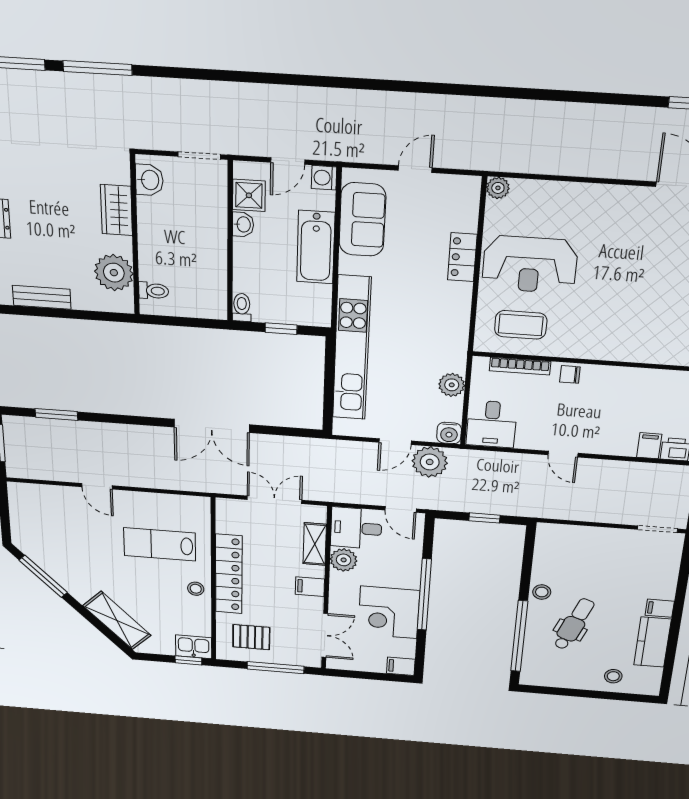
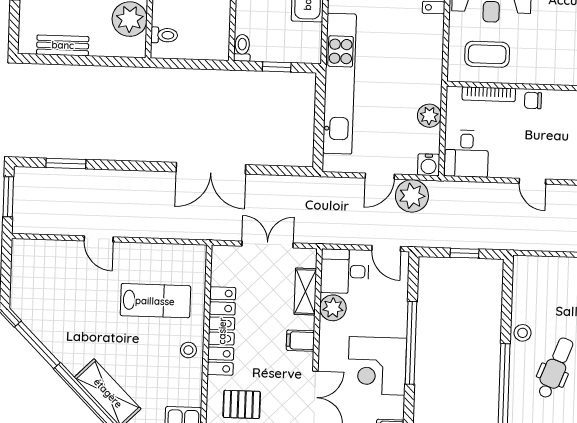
lab bench: (160, 544) -> (155, 301), turned 180

